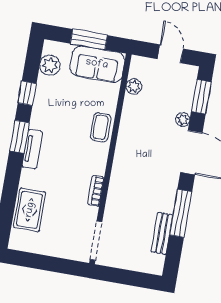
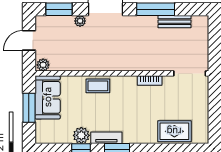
plant: (50, 65) -> (81, 135), moved
plant: (134, 86) -> (43, 65), moved
tv unit: (32, 149) -> (106, 138), moved

